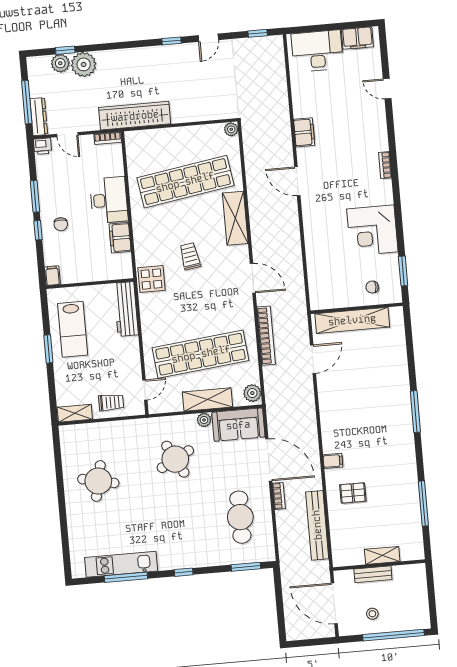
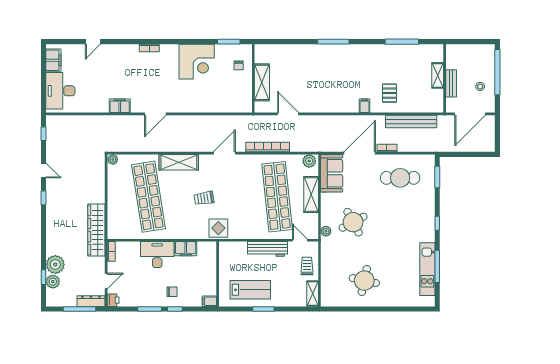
workbench: (126, 309) -> (267, 249), moved
shelving: (352, 320) -> (262, 82), width x0.68
plant: (204, 420) -> (326, 231), moved

